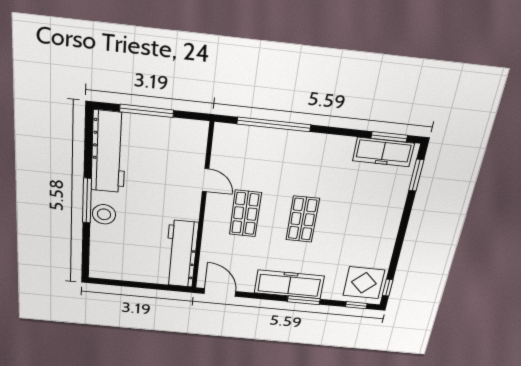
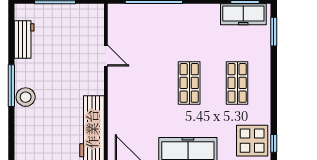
workbench: (109, 152) -> (24, 39), width x0.53, depth x0.76
shop shelf: (245, 213) -> (237, 83), moved

